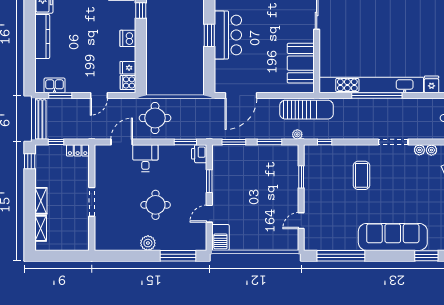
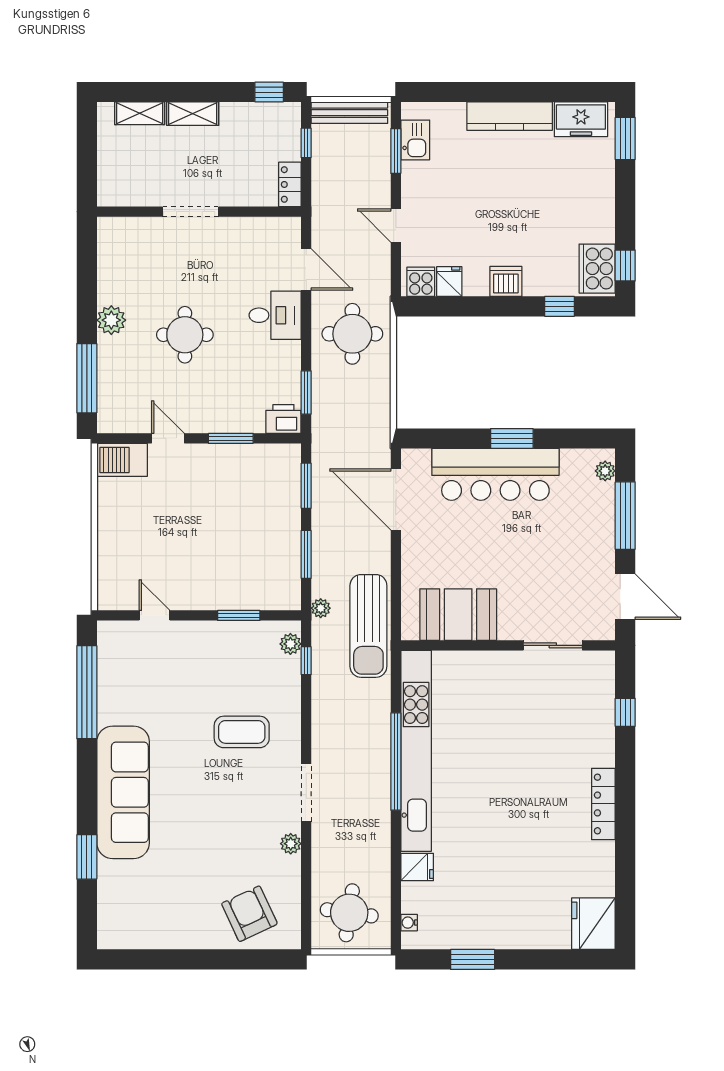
bar counter: (228, 35) -> (495, 474), width x1.36
plant: (431, 150) -> (290, 644), moved

